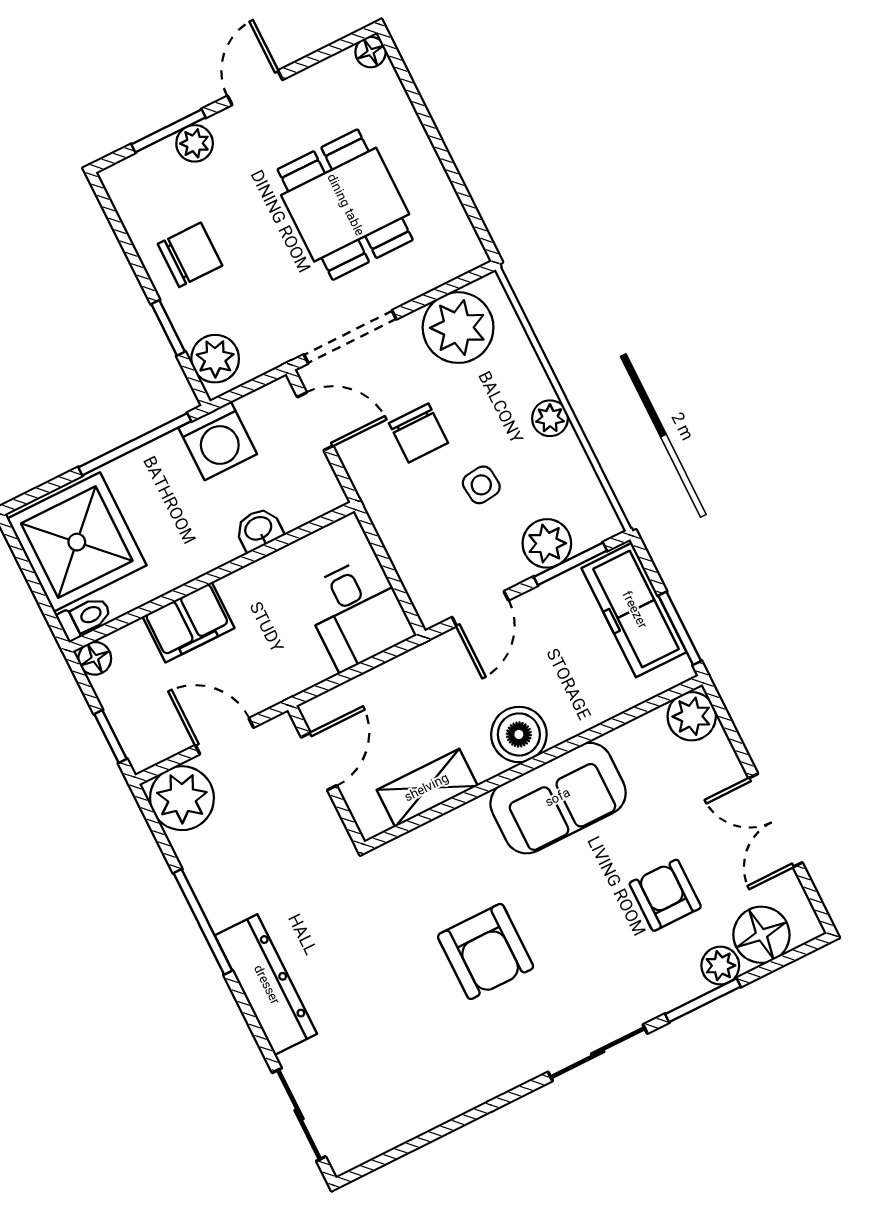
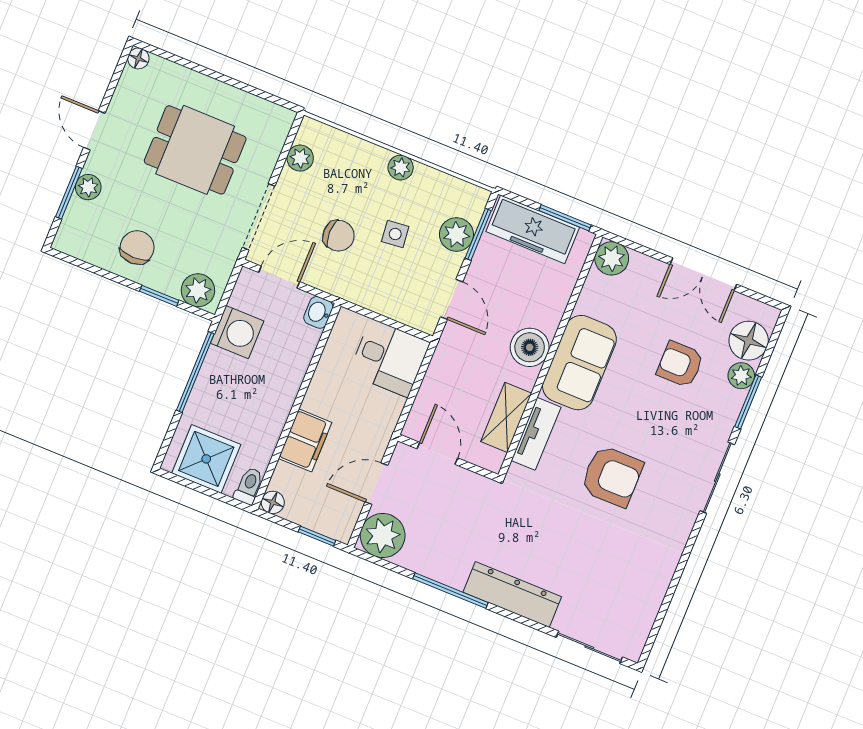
plant: (458, 328) -> (300, 158), width x0.53, depth x0.53
washbasin: (259, 529) -> (318, 312), moved
shower: (77, 542) -> (206, 459), width x0.73, depth x0.73
tv unit: (444, 834) -> (536, 434), added

